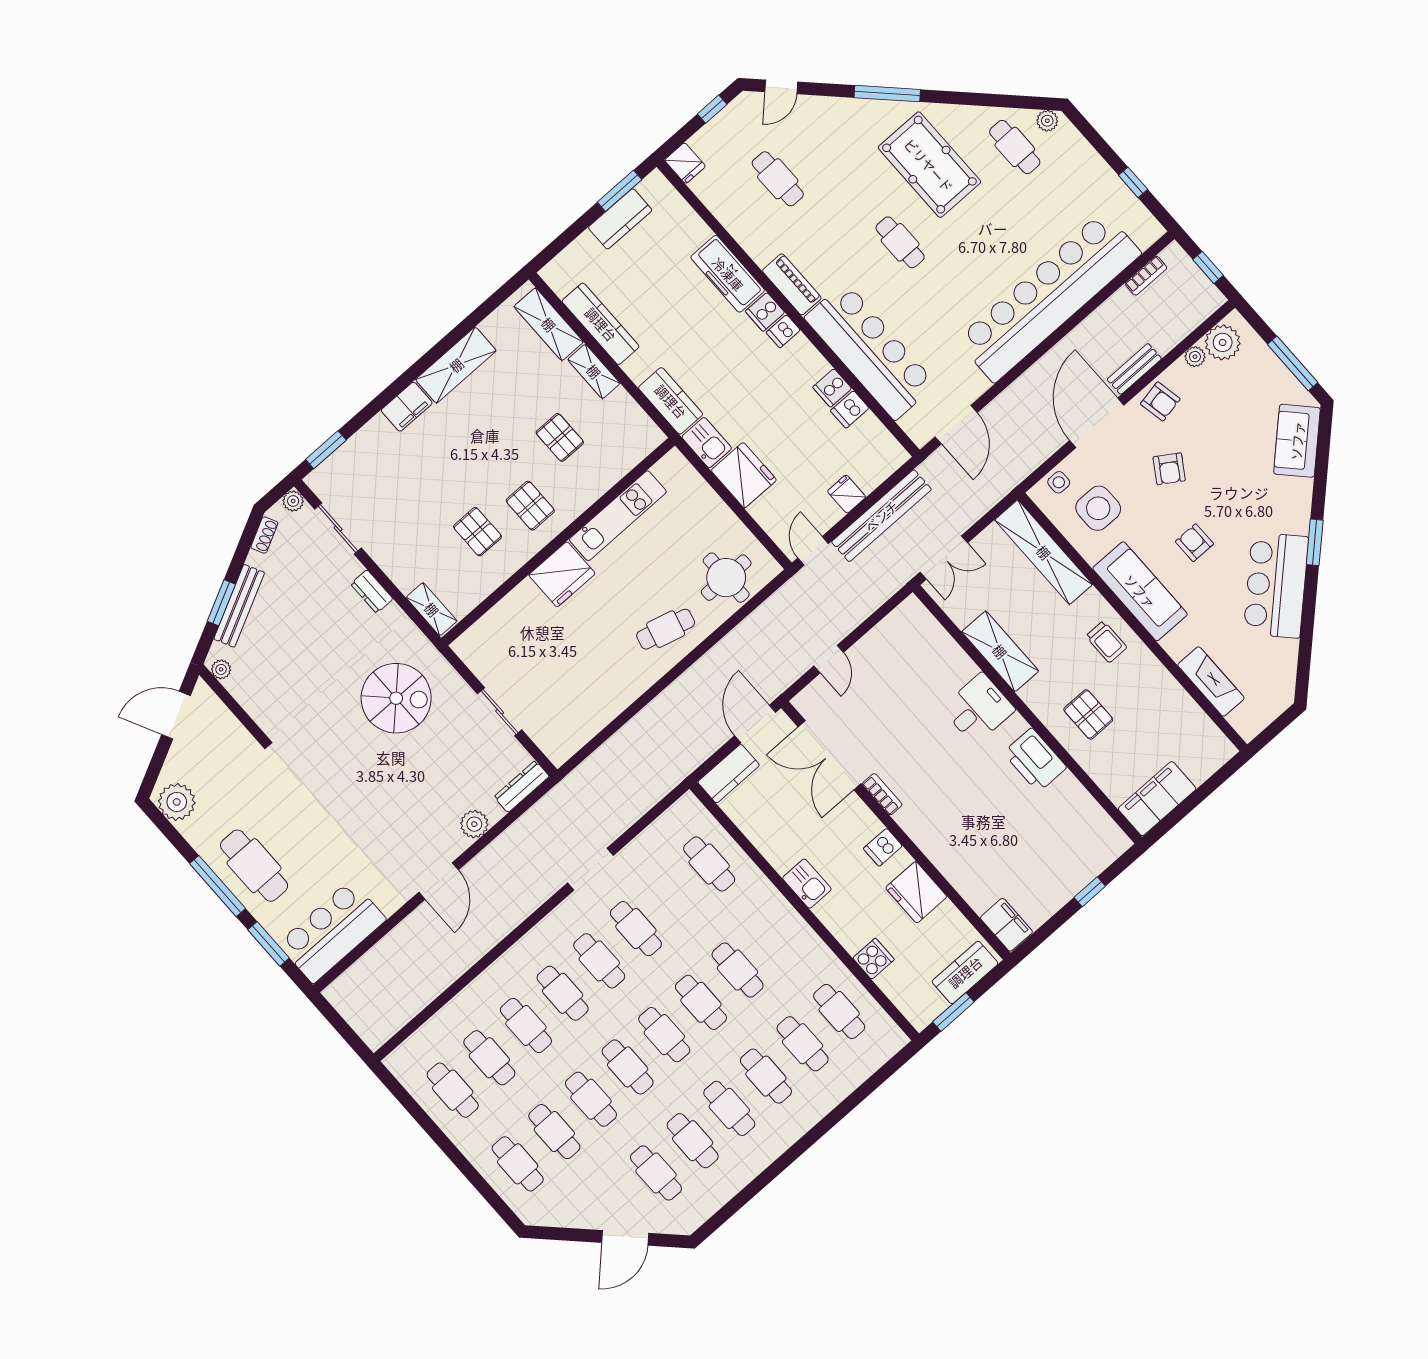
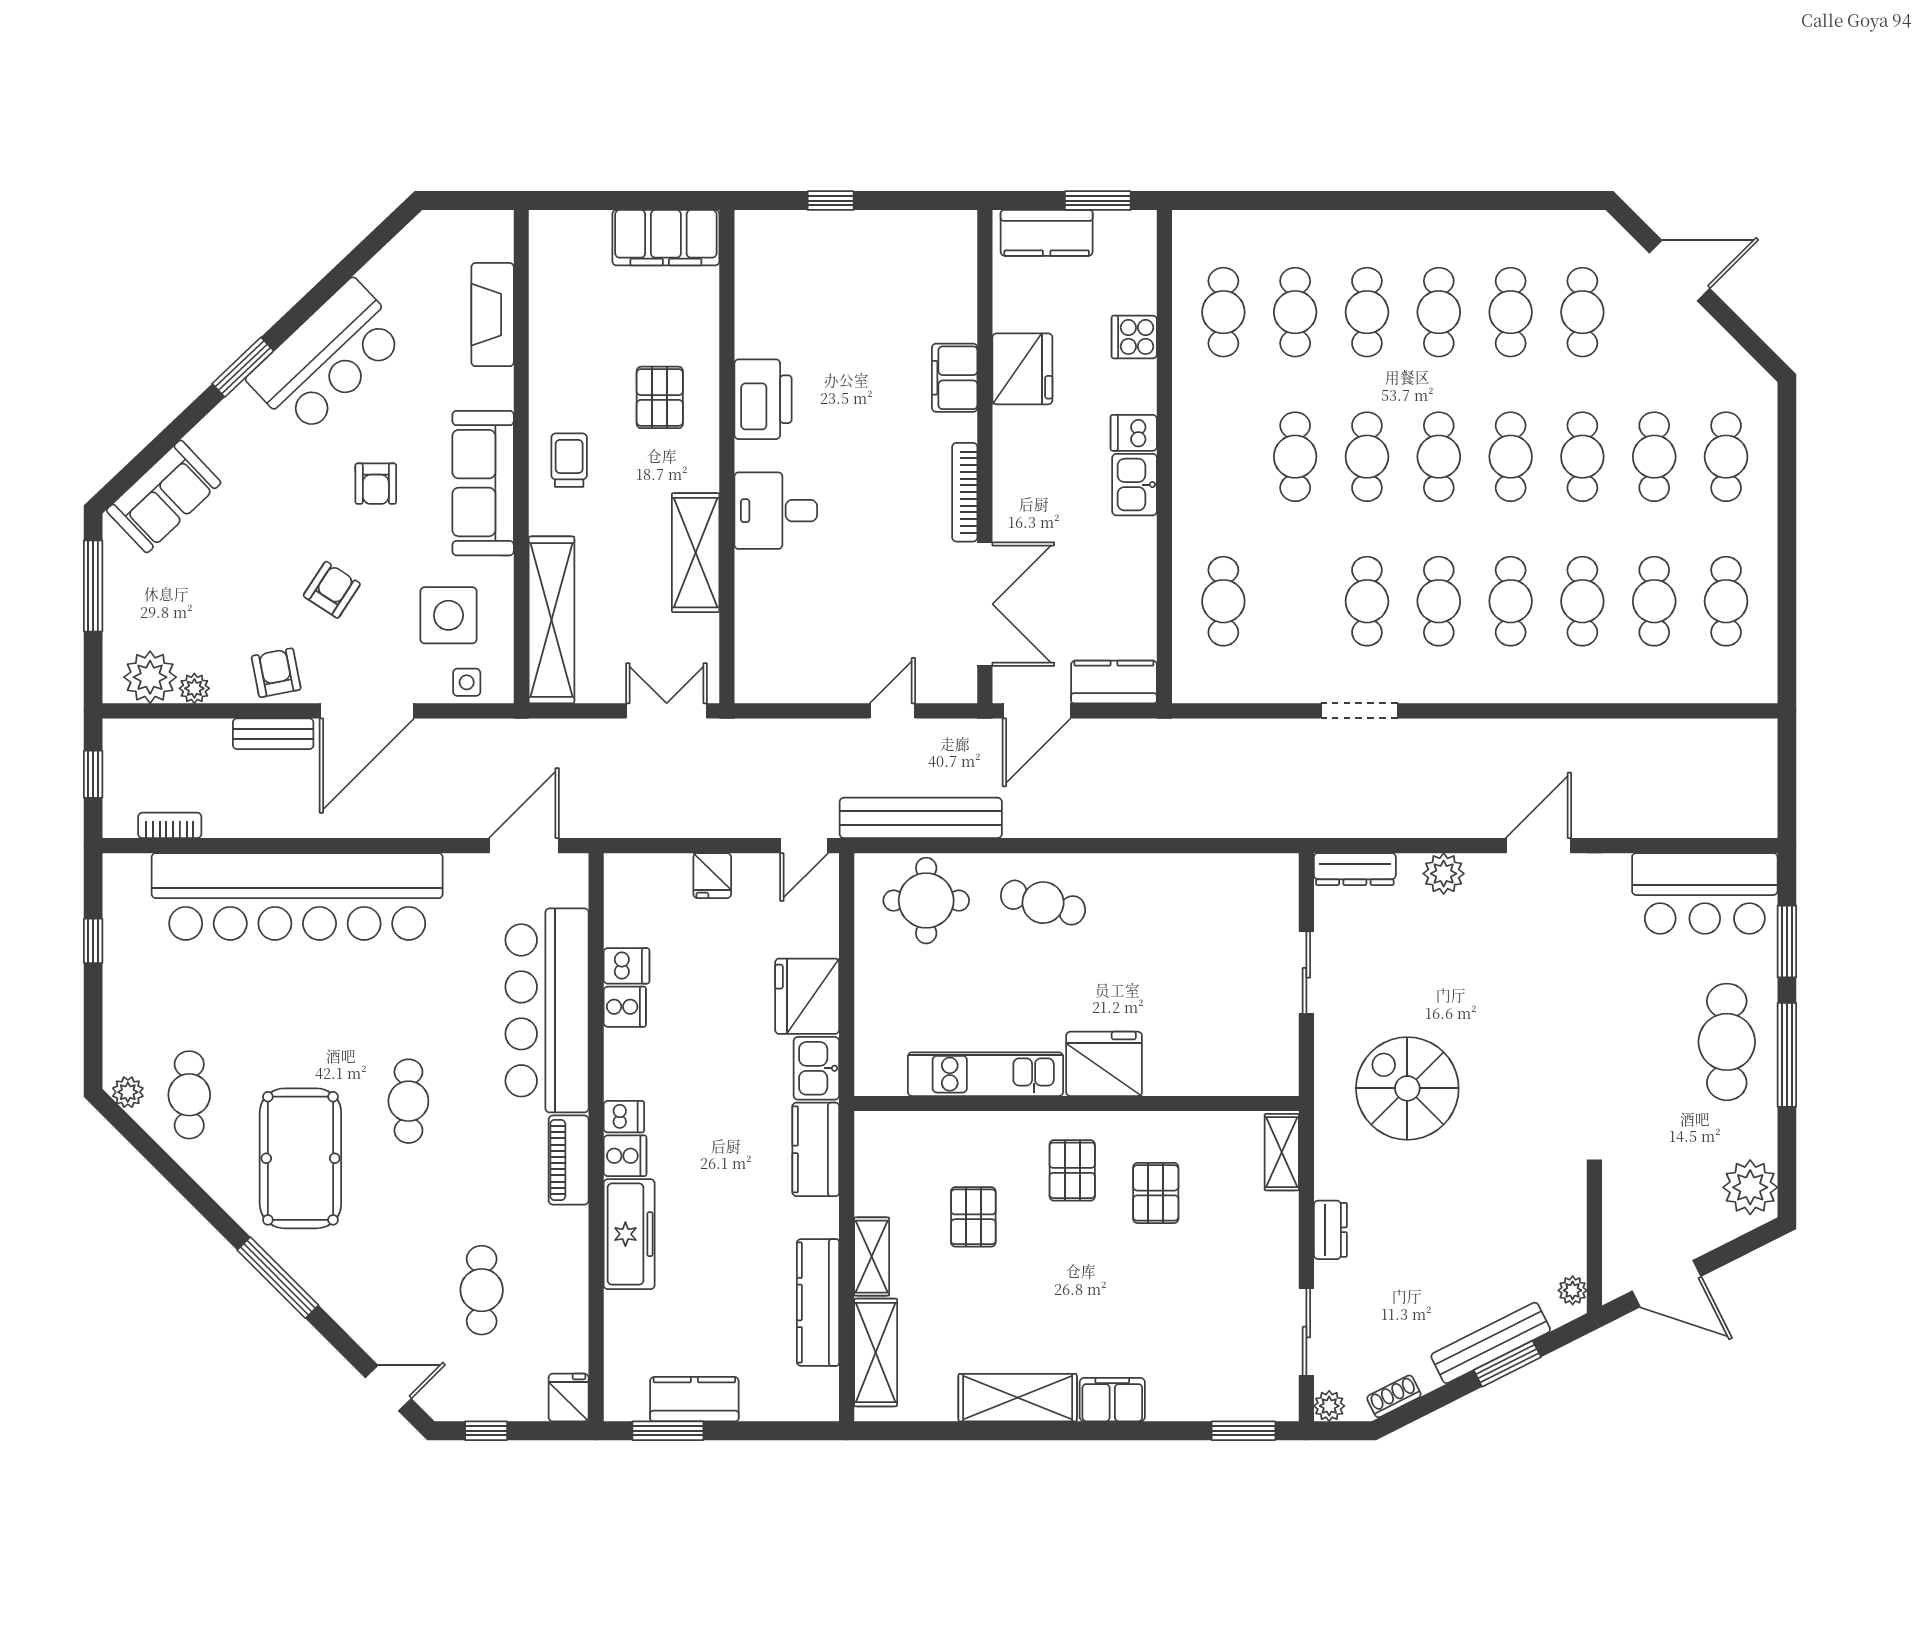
bench: (881, 516) -> (921, 818), moved
bookcase: (882, 794) -> (965, 492), width x1.56
dishwasher: (883, 847) -> (1134, 433), moved, turned 180
filing cabinet: (1006, 925) -> (955, 378), moved

